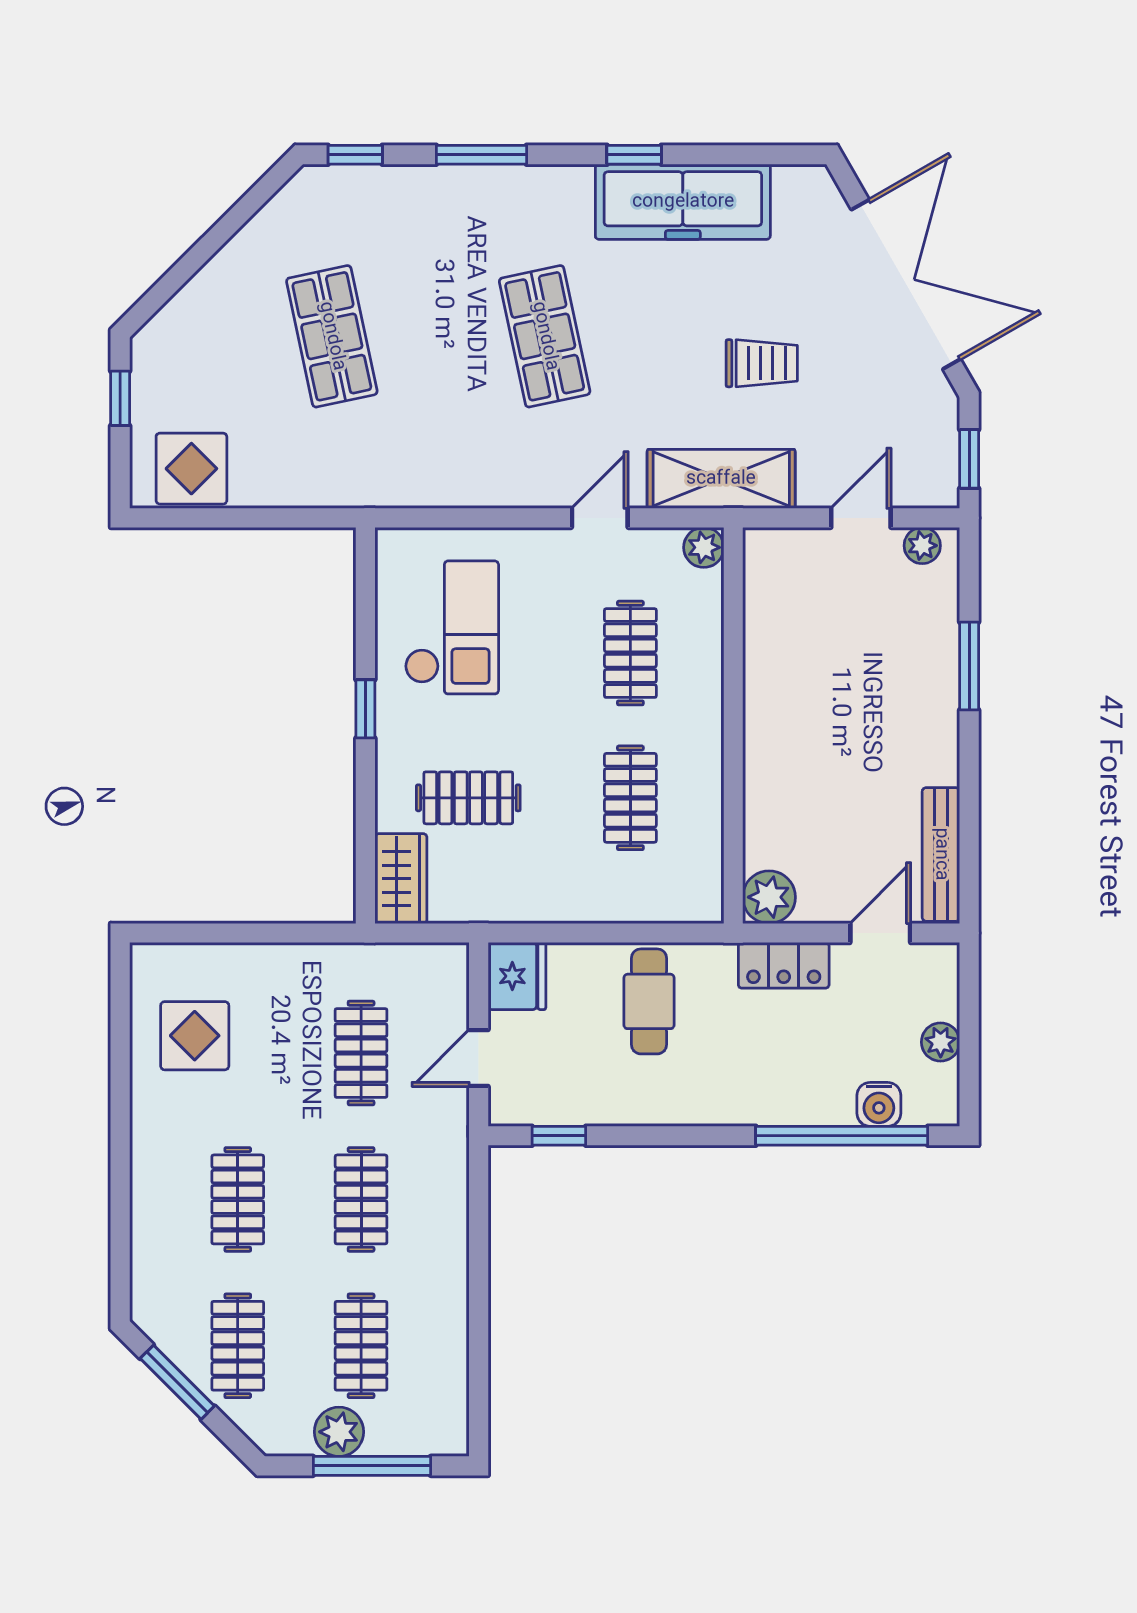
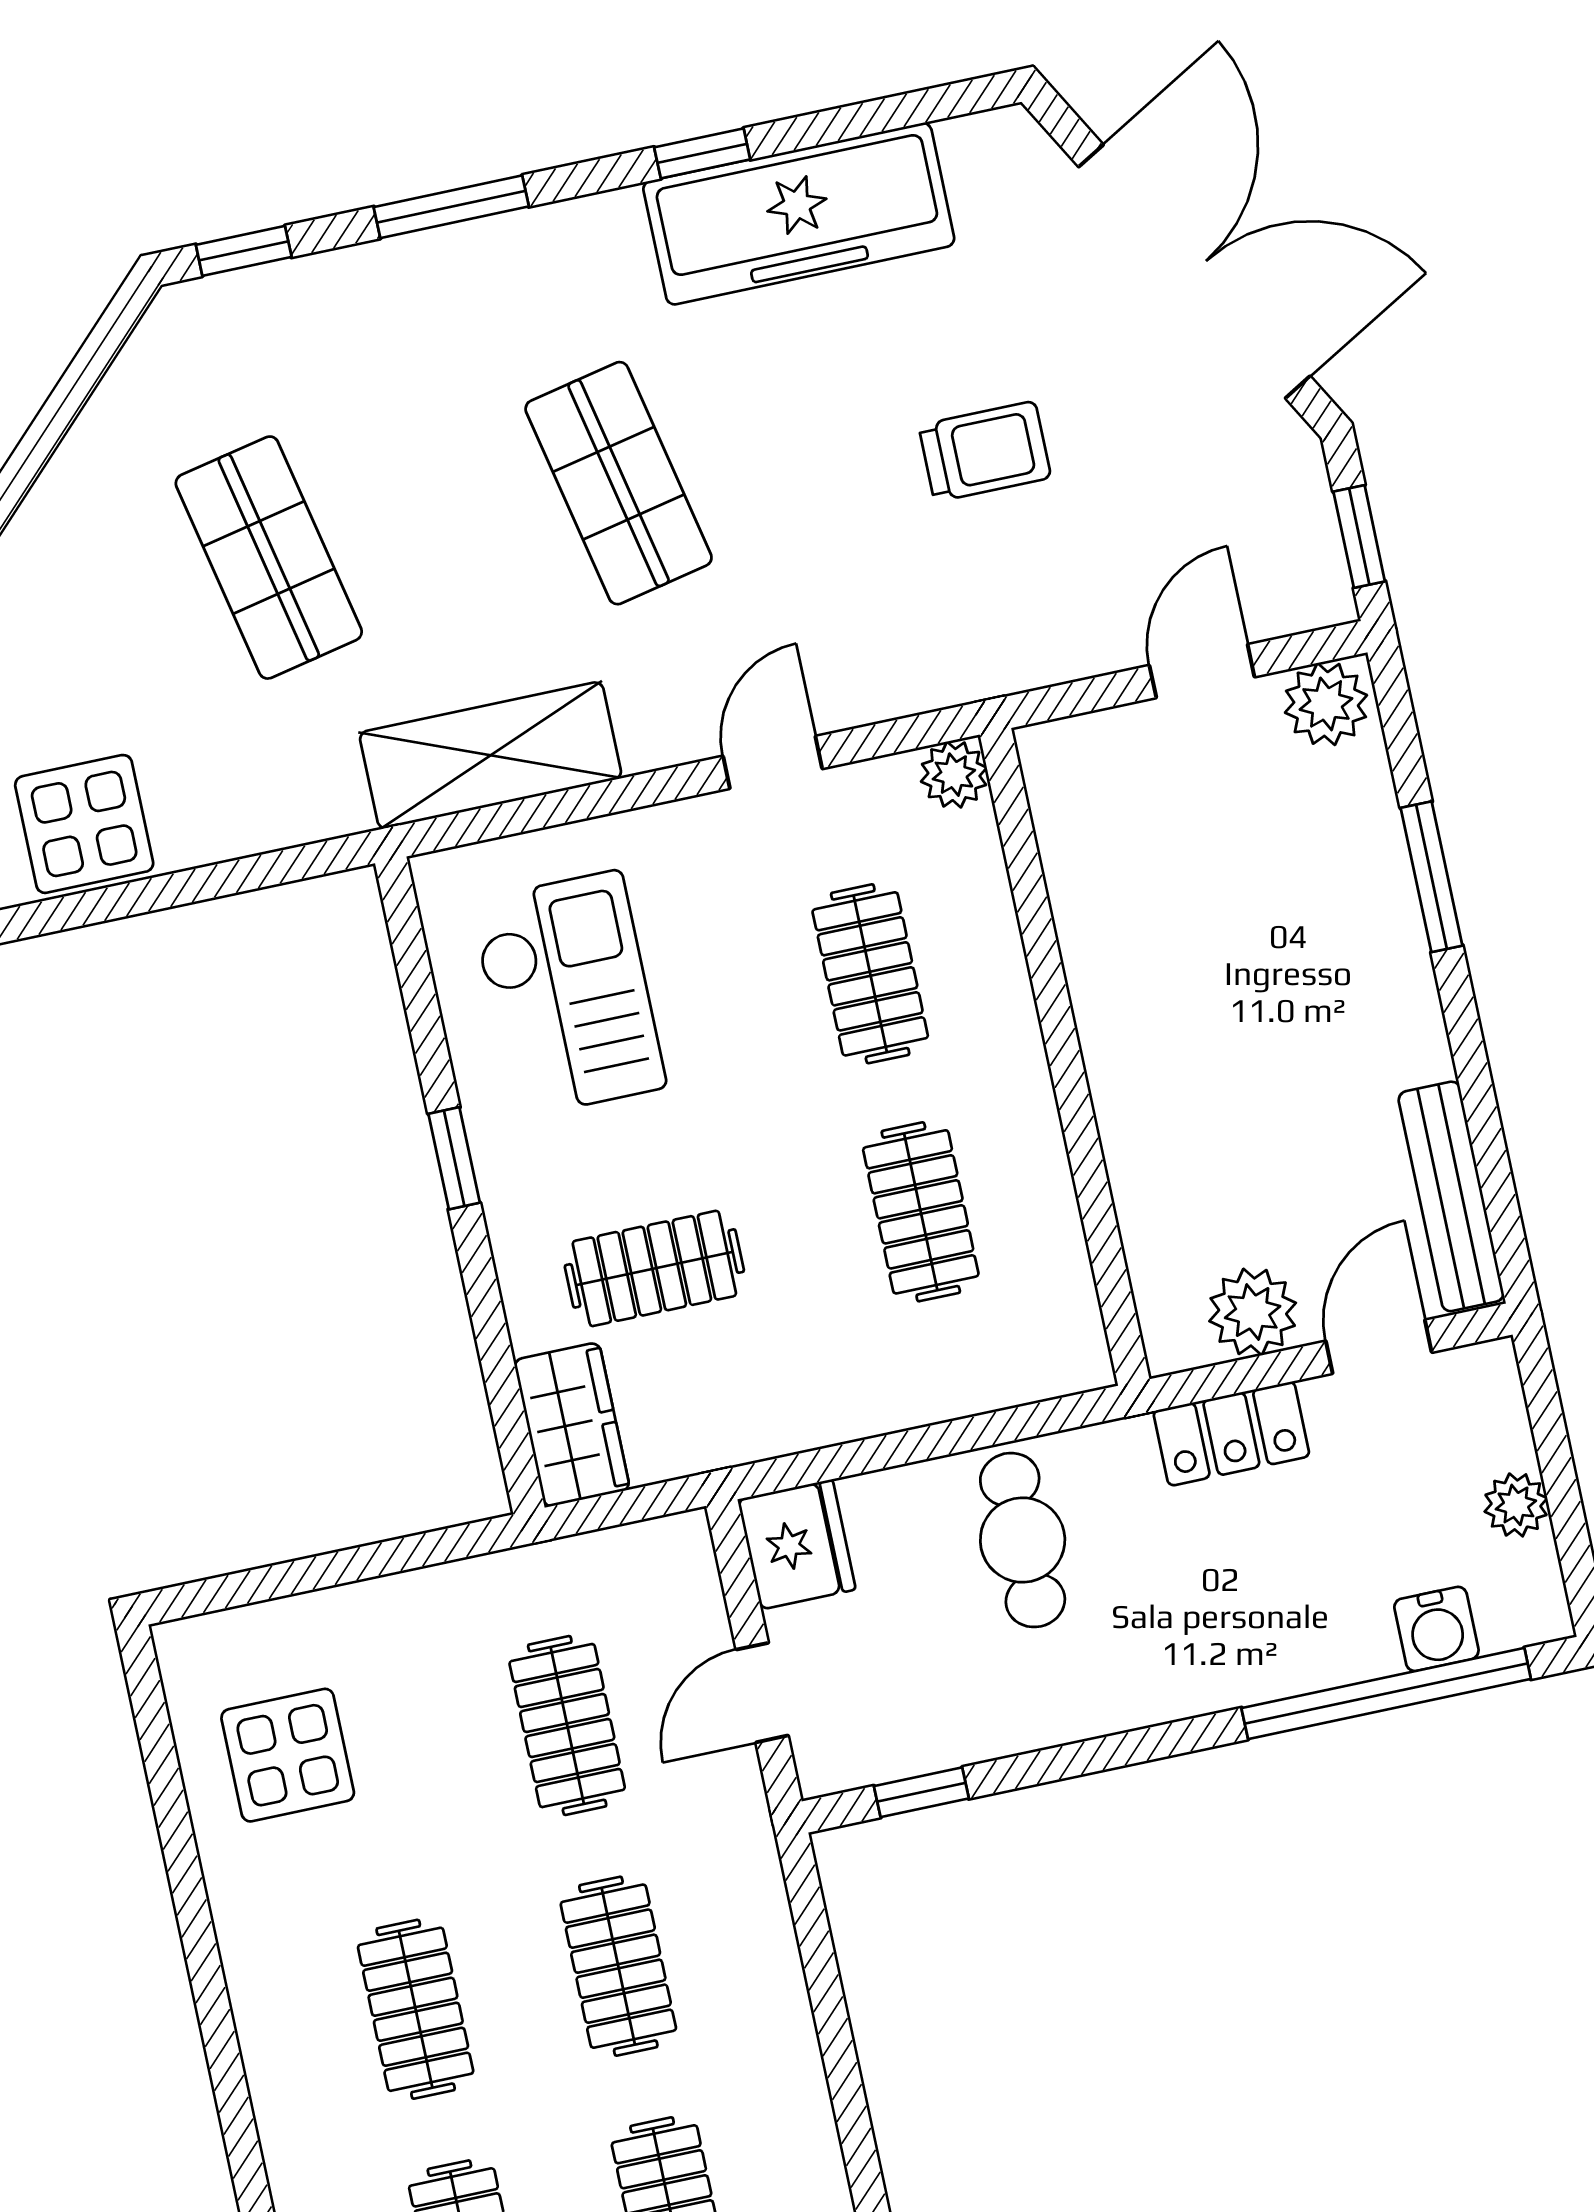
shelving: (721, 479) -> (491, 755), moved
plant: (922, 546) -> (1326, 704), width x1.38, depth x1.38
plant: (769, 897) -> (1253, 1312), moved

